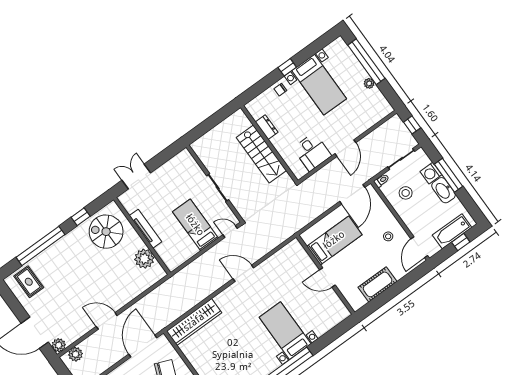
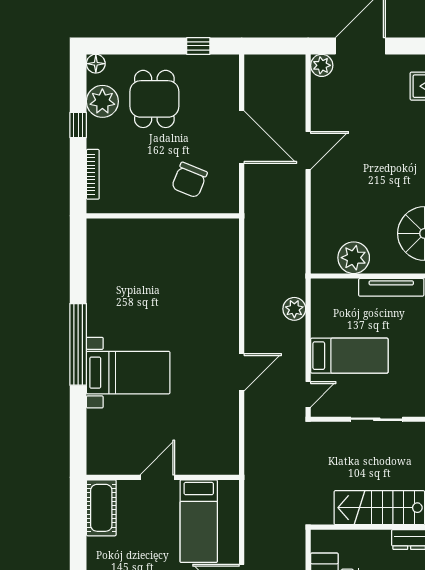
cot: (378, 284) -> (101, 508), moved
wardrobe: (194, 322) -> (225, 263), removed
door: (143, 346) -> (242, 137), moved
plant: (75, 354) -> (294, 309), moved

